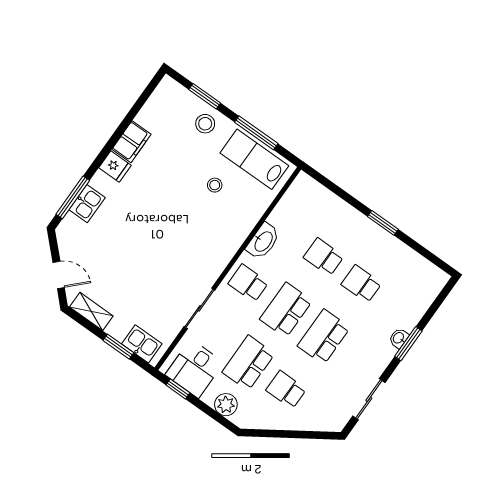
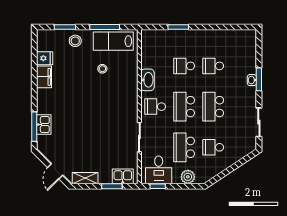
fridge: (115, 166) -> (45, 58), moved
window: (383, 223) -> (178, 27), moved
door: (59, 275) -> (55, 171), swing flipped

